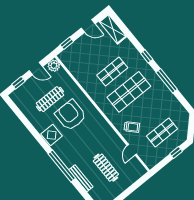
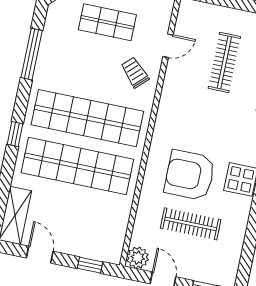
shop shelf: (112, 72) -> (77, 166), width x2.00, depth x1.36
window: (167, 81) -> (32, 54), moved
shop shelf: (129, 92) -> (87, 118), width x1.40
armchair: (71, 115) -> (190, 175), turned 90

